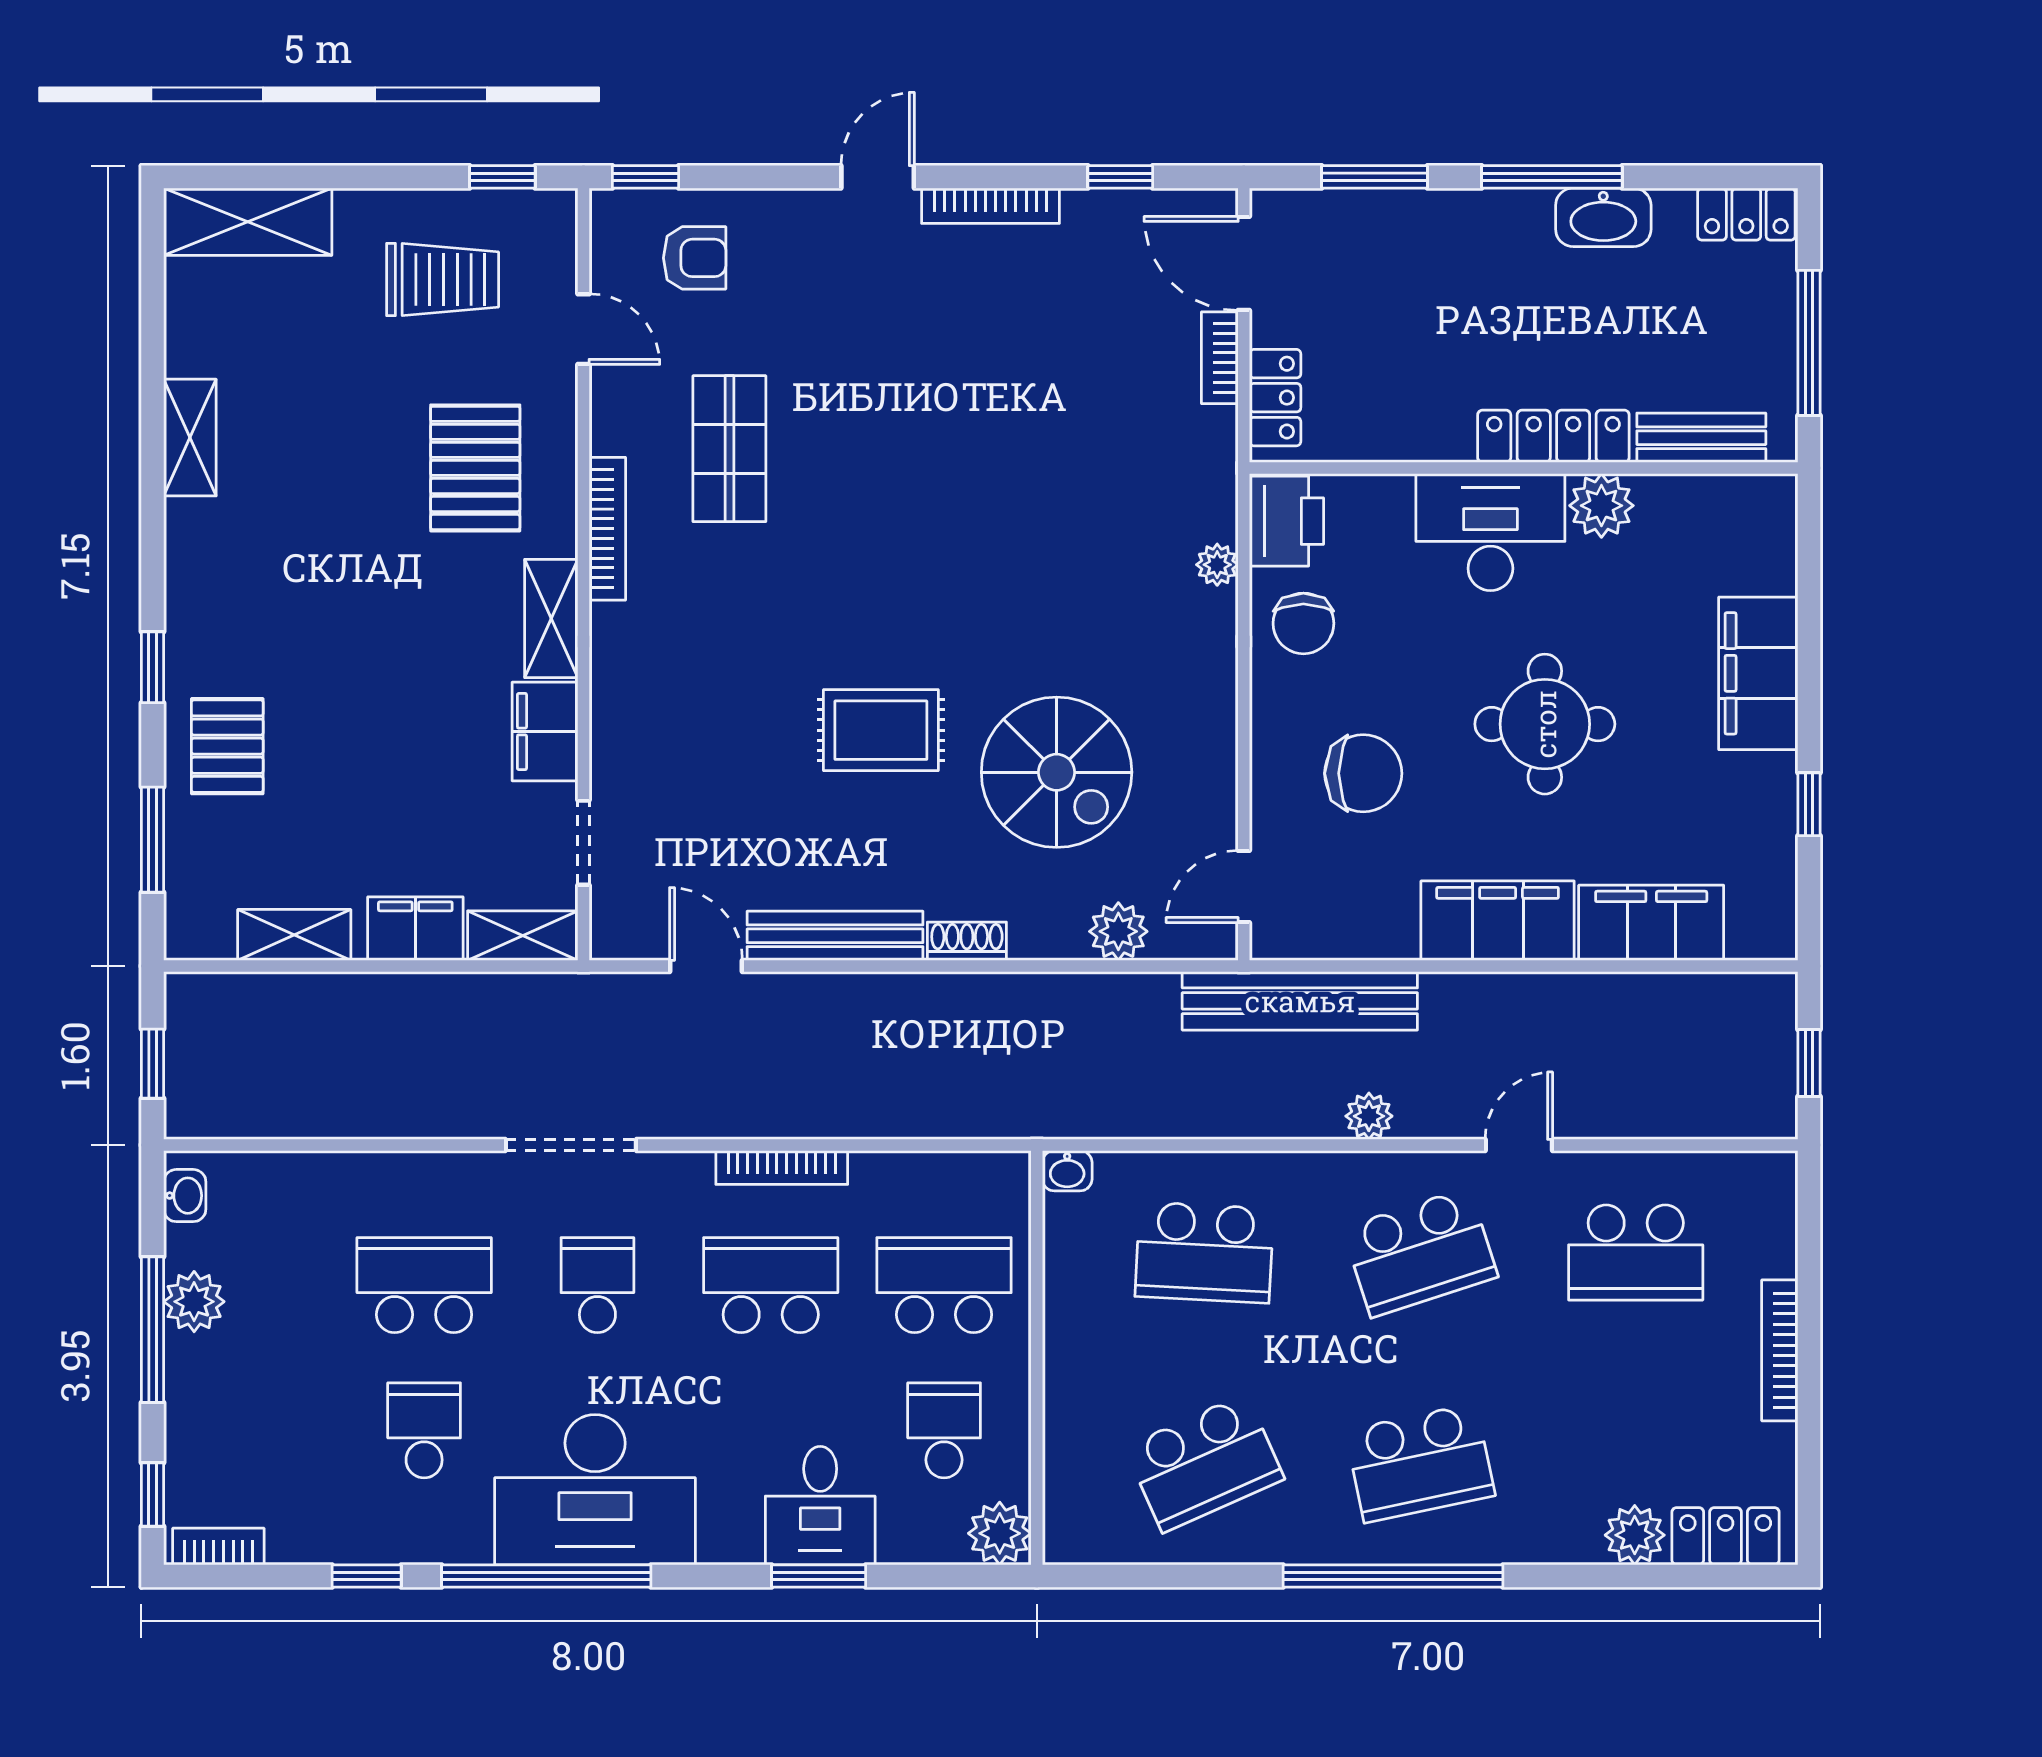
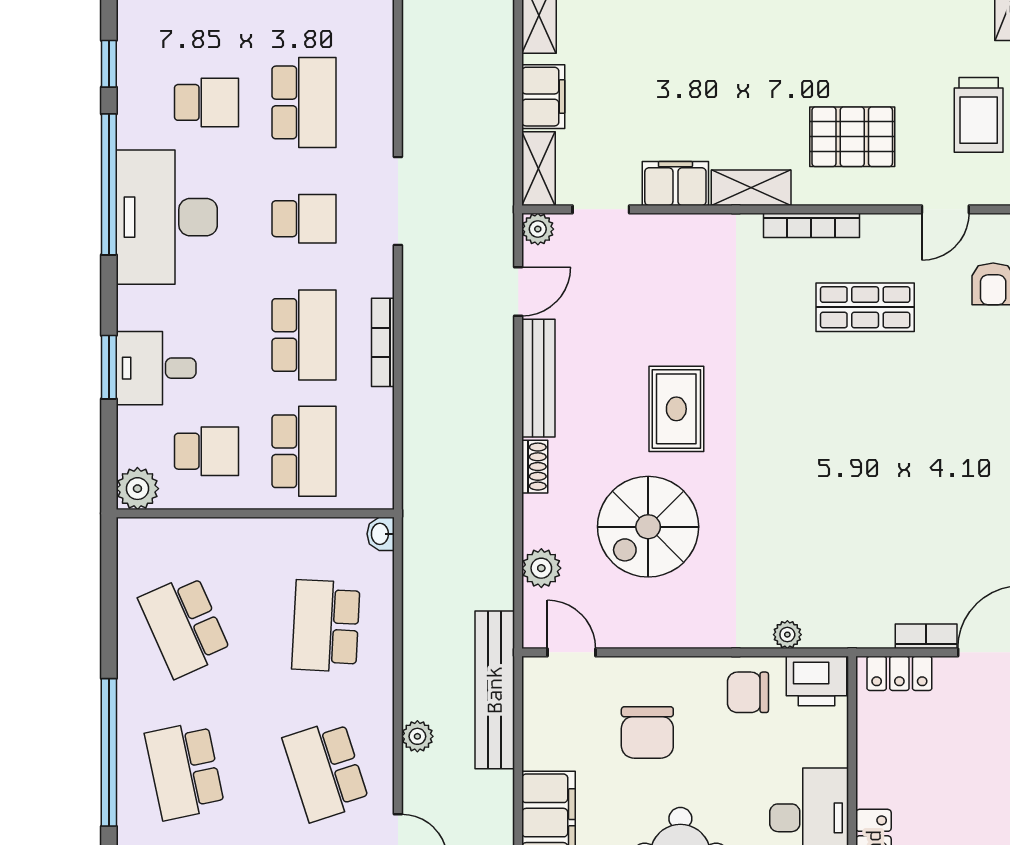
plant: (613, 937) -> (538, 229), added

